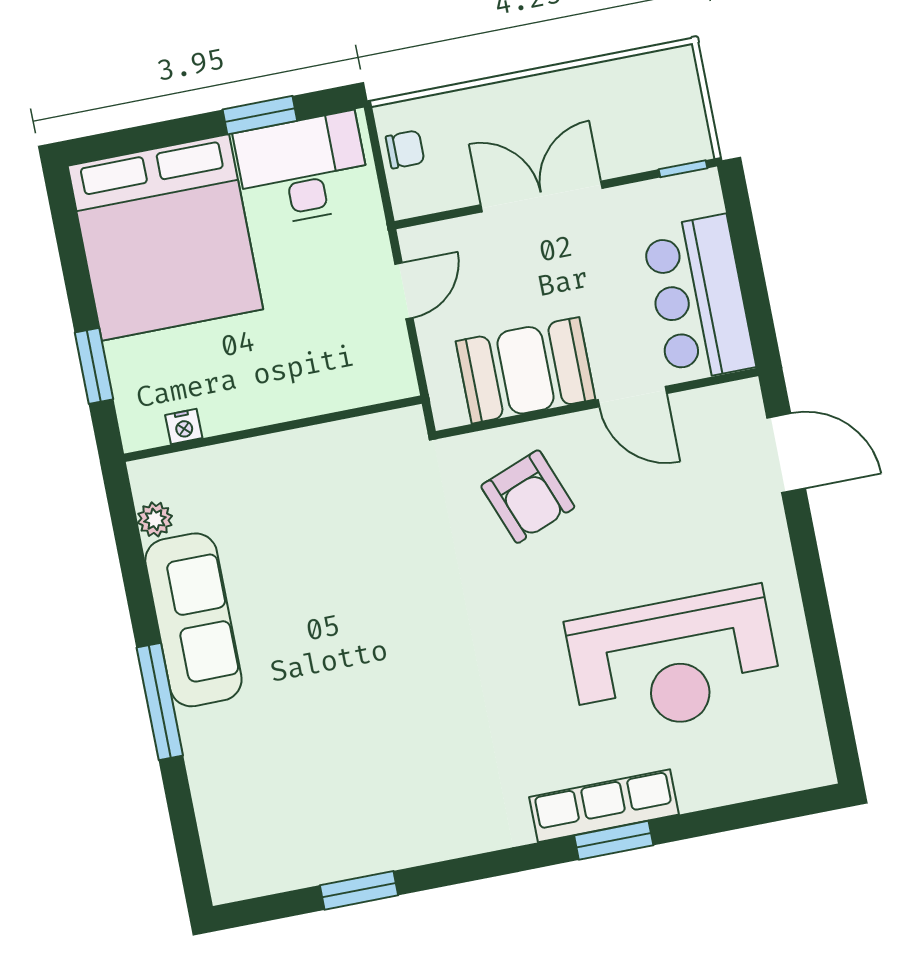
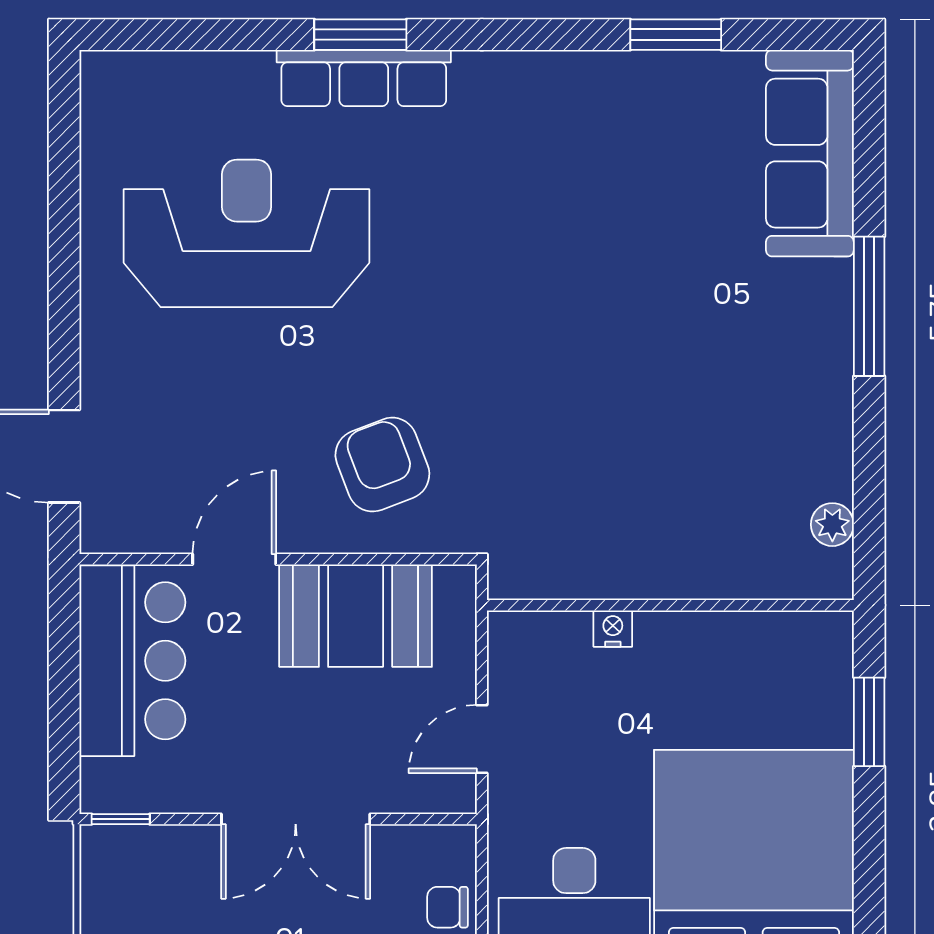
door: (632, 397) -> (234, 559), hinge flipped
nightstand: (184, 427) -> (613, 629), moved
sofa: (193, 620) -> (810, 153), moved

